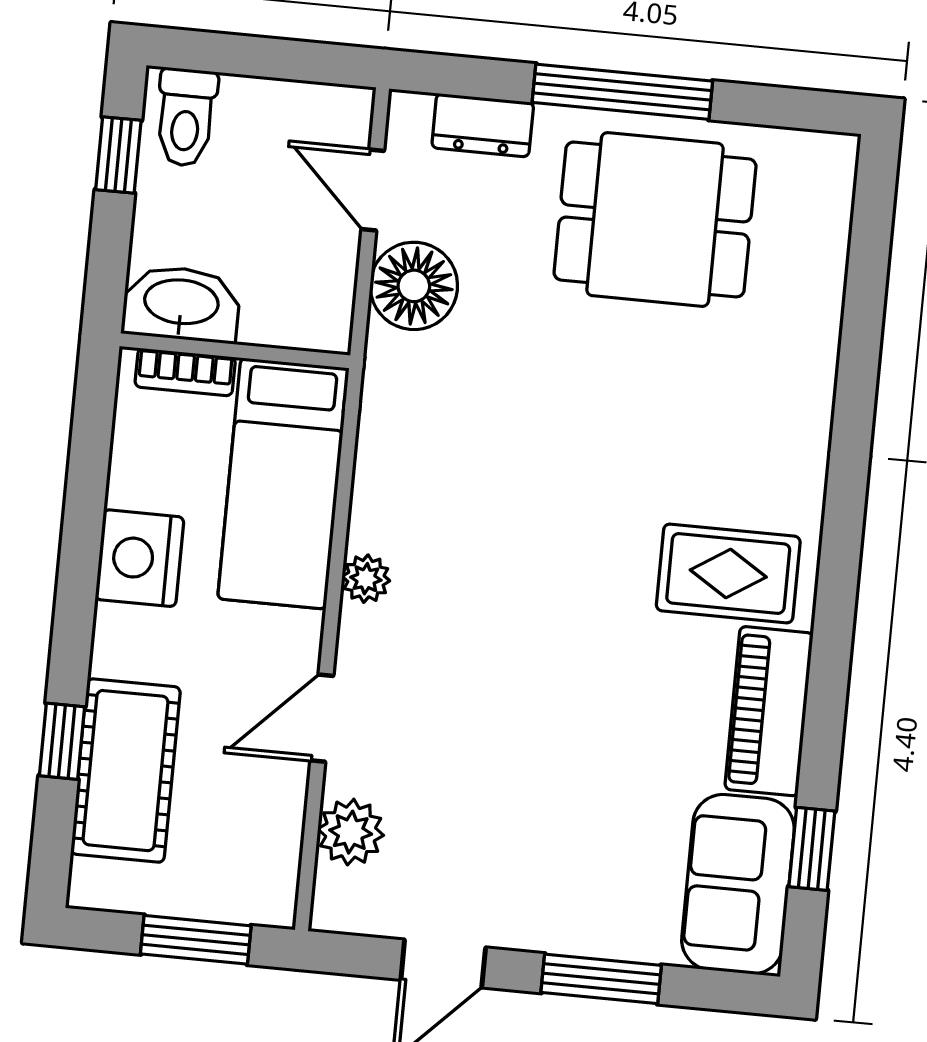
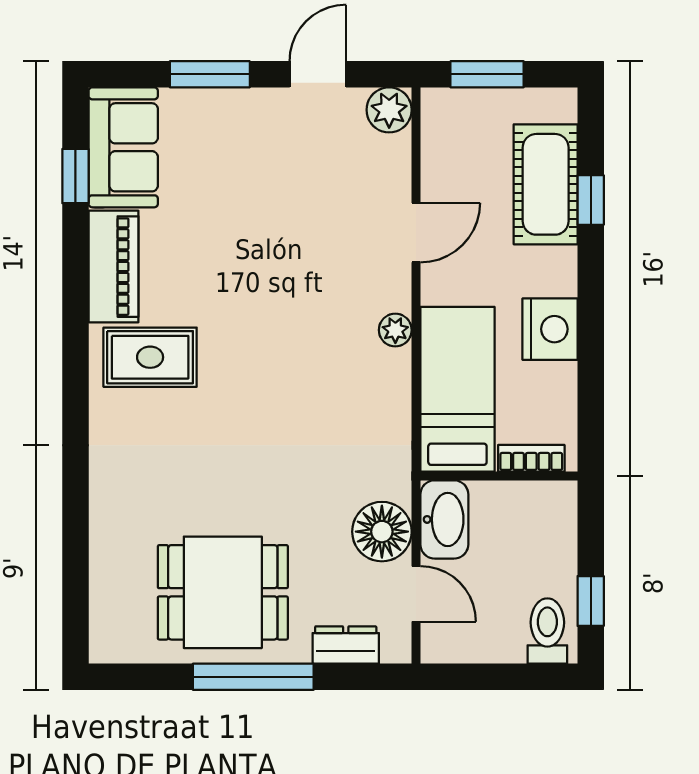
washbasin: (181, 304) -> (444, 519), moved, turned -90
plant: (351, 832) -> (389, 110), moved

